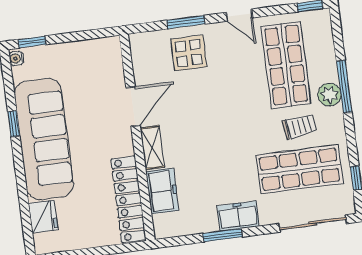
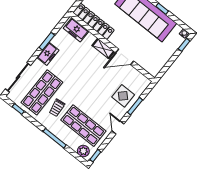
door: (239, 15) -> (118, 127), hinge flipped
plant: (329, 95) -> (83, 151), moved
door: (133, 107) -> (125, 57), hinge flipped
freezer: (162, 191) -> (76, 30), moved

